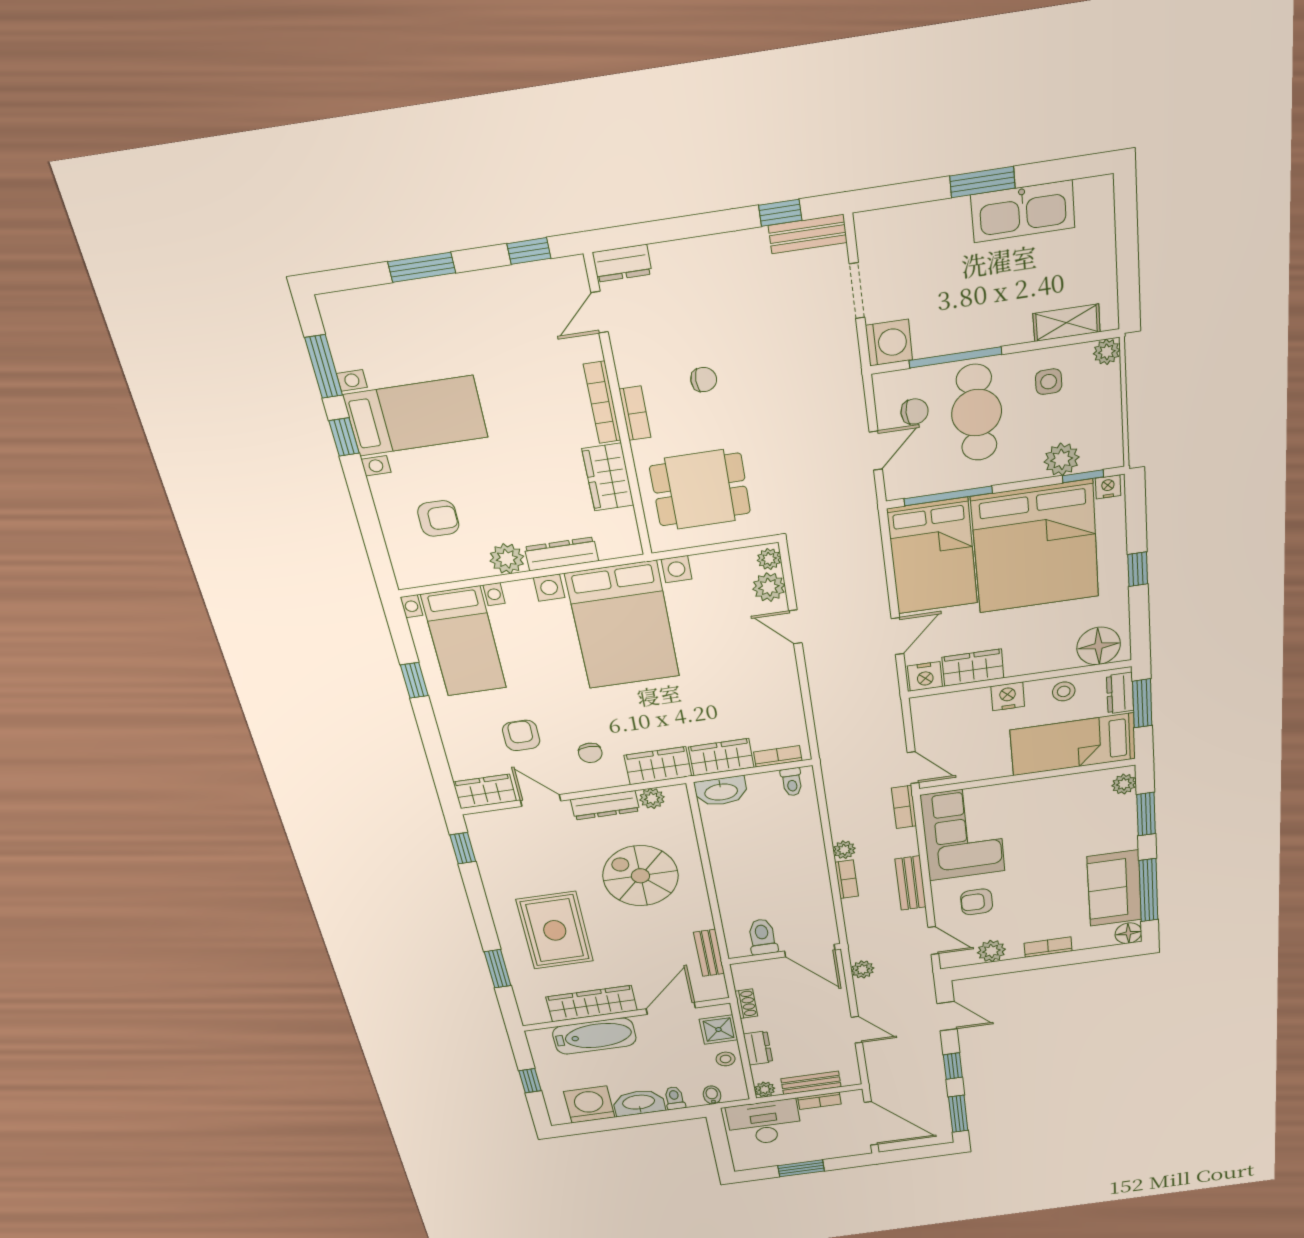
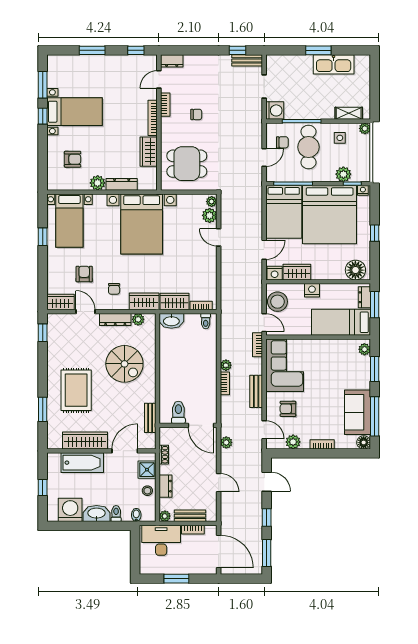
bookcase: (635, 413) -> (165, 105), moved
stool: (1064, 691) -> (277, 302), moved, width x1.89, depth x1.89
spiral stairs: (640, 876) -> (124, 364), turned 180

